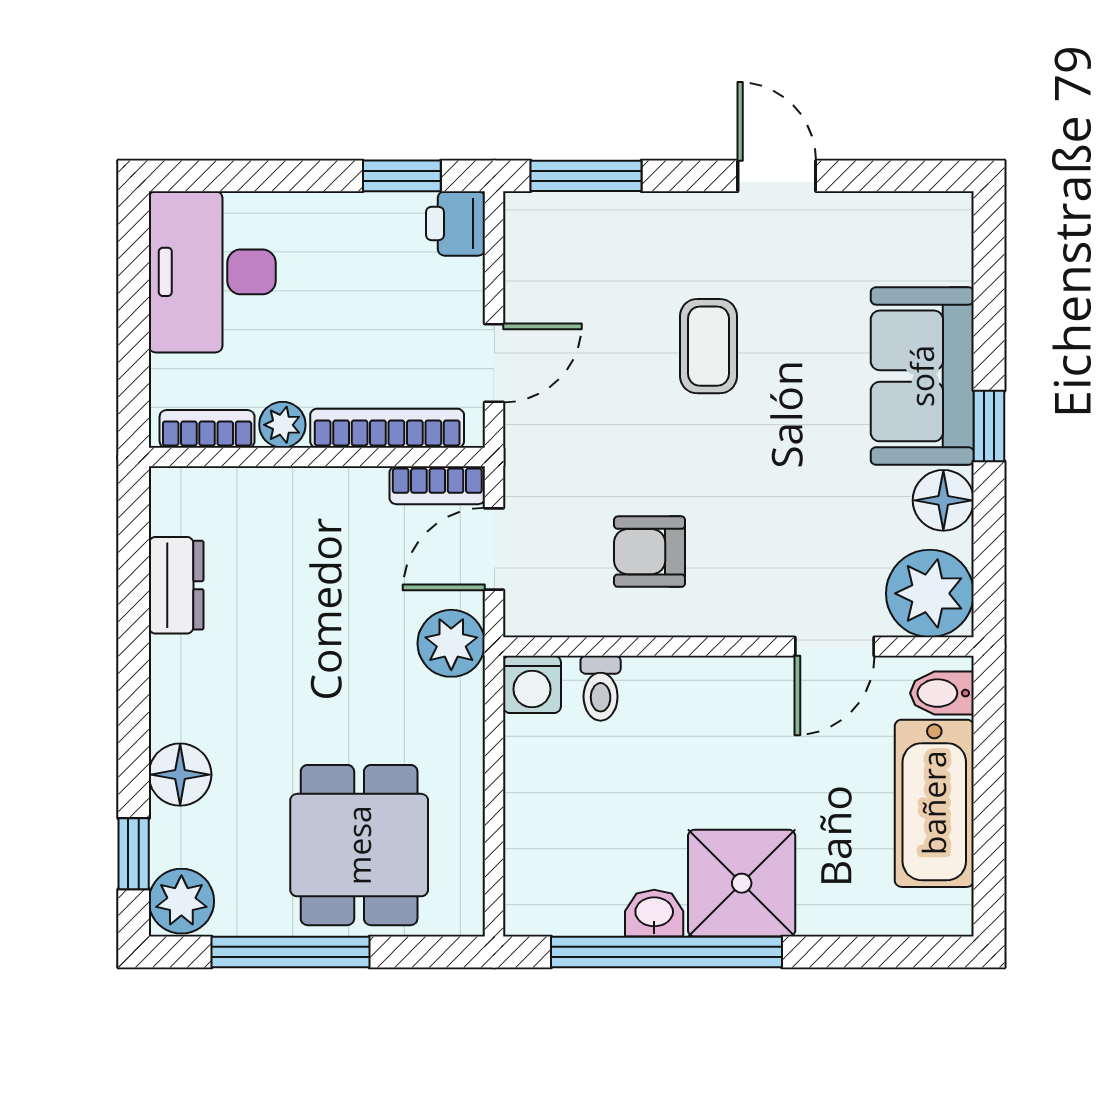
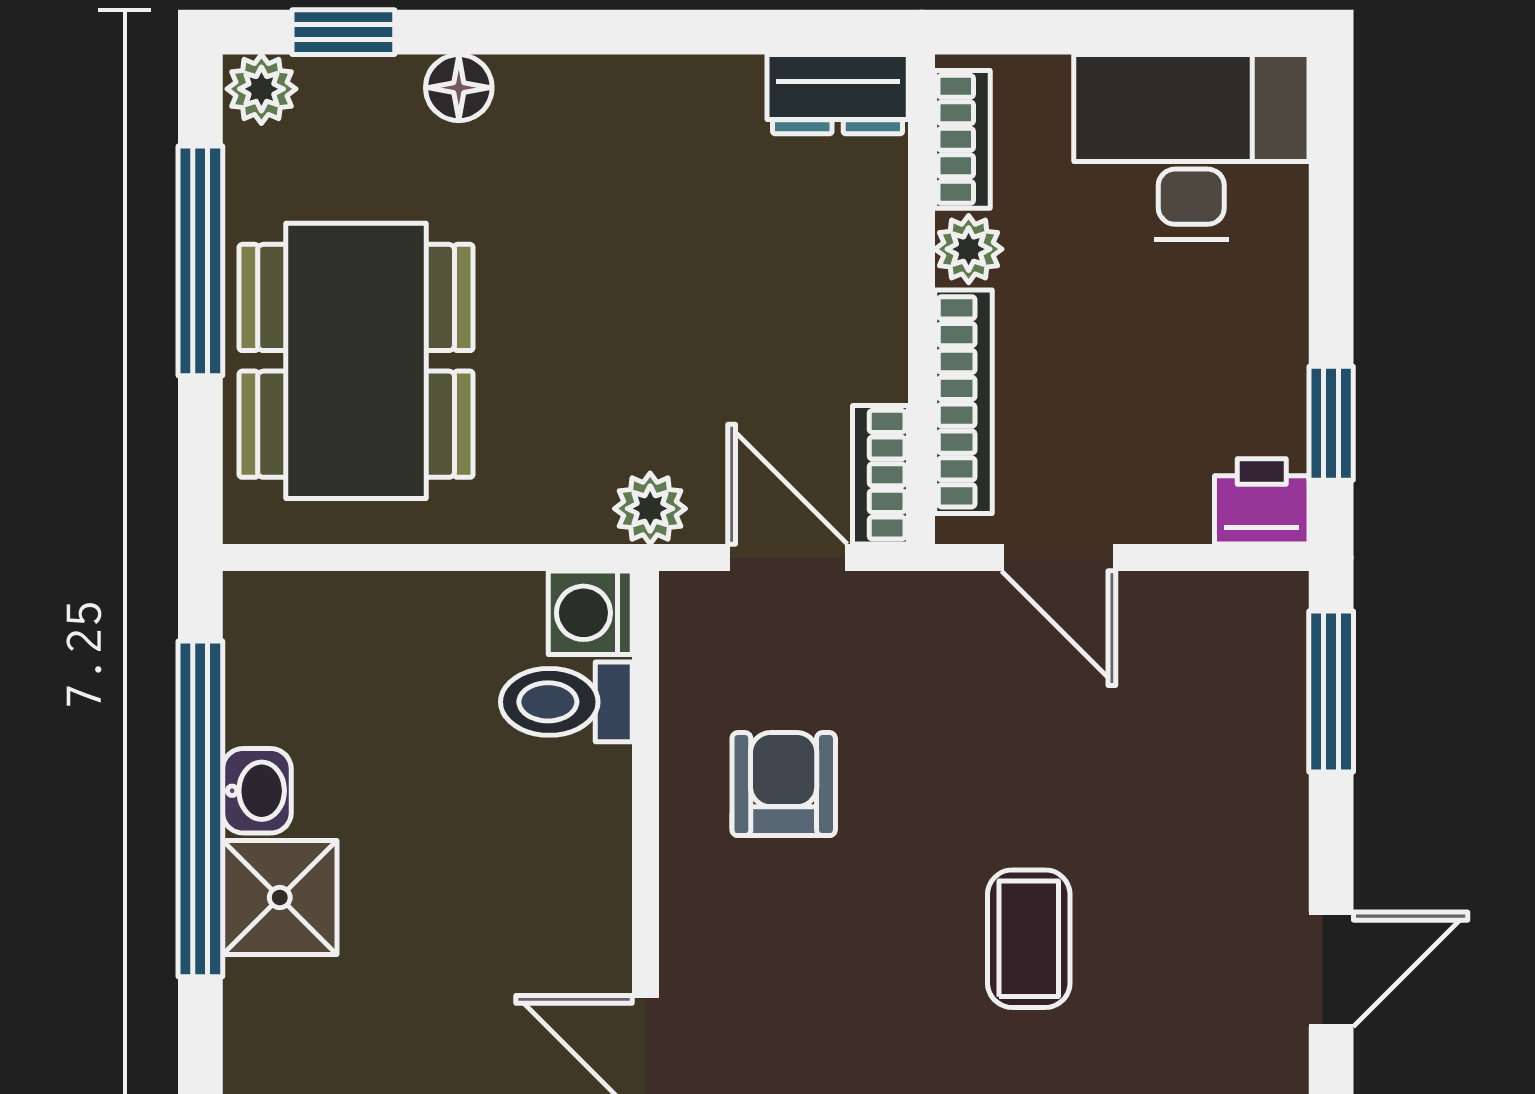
coffee table: (708, 346) -> (1029, 939), moved, turned 90
dresser: (176, 585) -> (838, 94), moved
plant: (451, 643) -> (650, 509), width x0.73, depth x0.73
toilet: (601, 688) -> (566, 702), width x1.37, depth x1.39
floor lamp: (180, 775) -> (459, 88), width x0.73, depth x0.73
dining table: (359, 845) -> (356, 361), width x1.38
shower: (742, 883) -> (280, 897), width x0.73, depth x0.73
plant: (181, 901) -> (261, 89), width x0.73, depth x0.73

